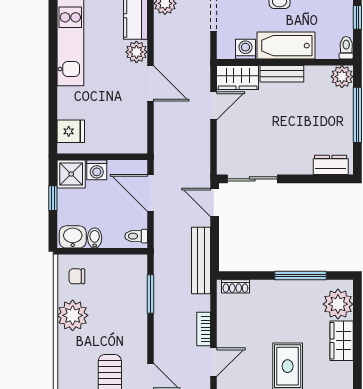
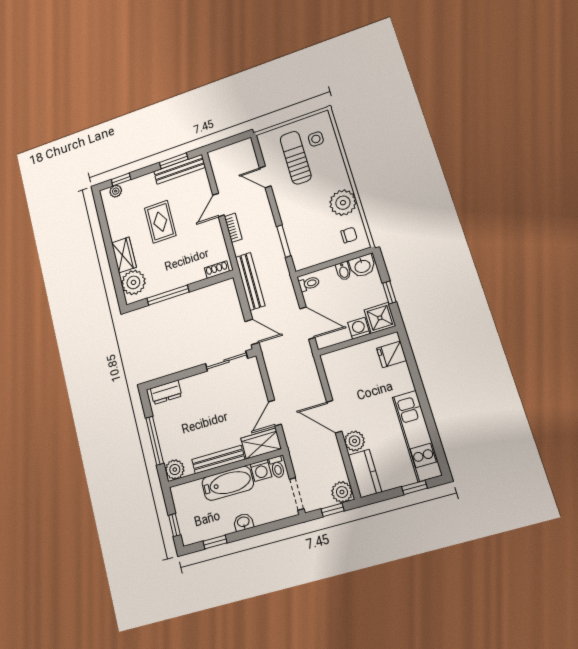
toilet: (346, 48) -> (277, 467), moved
bench: (282, 74) -> (218, 460), width x1.36

